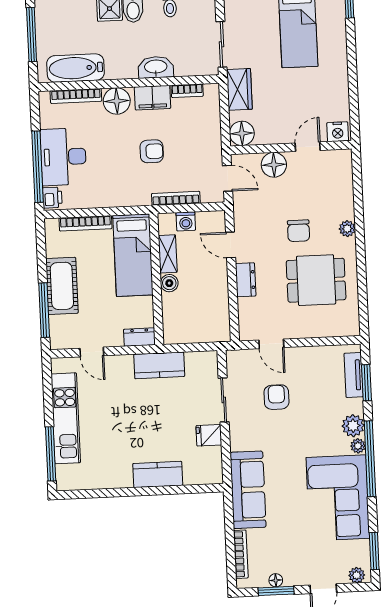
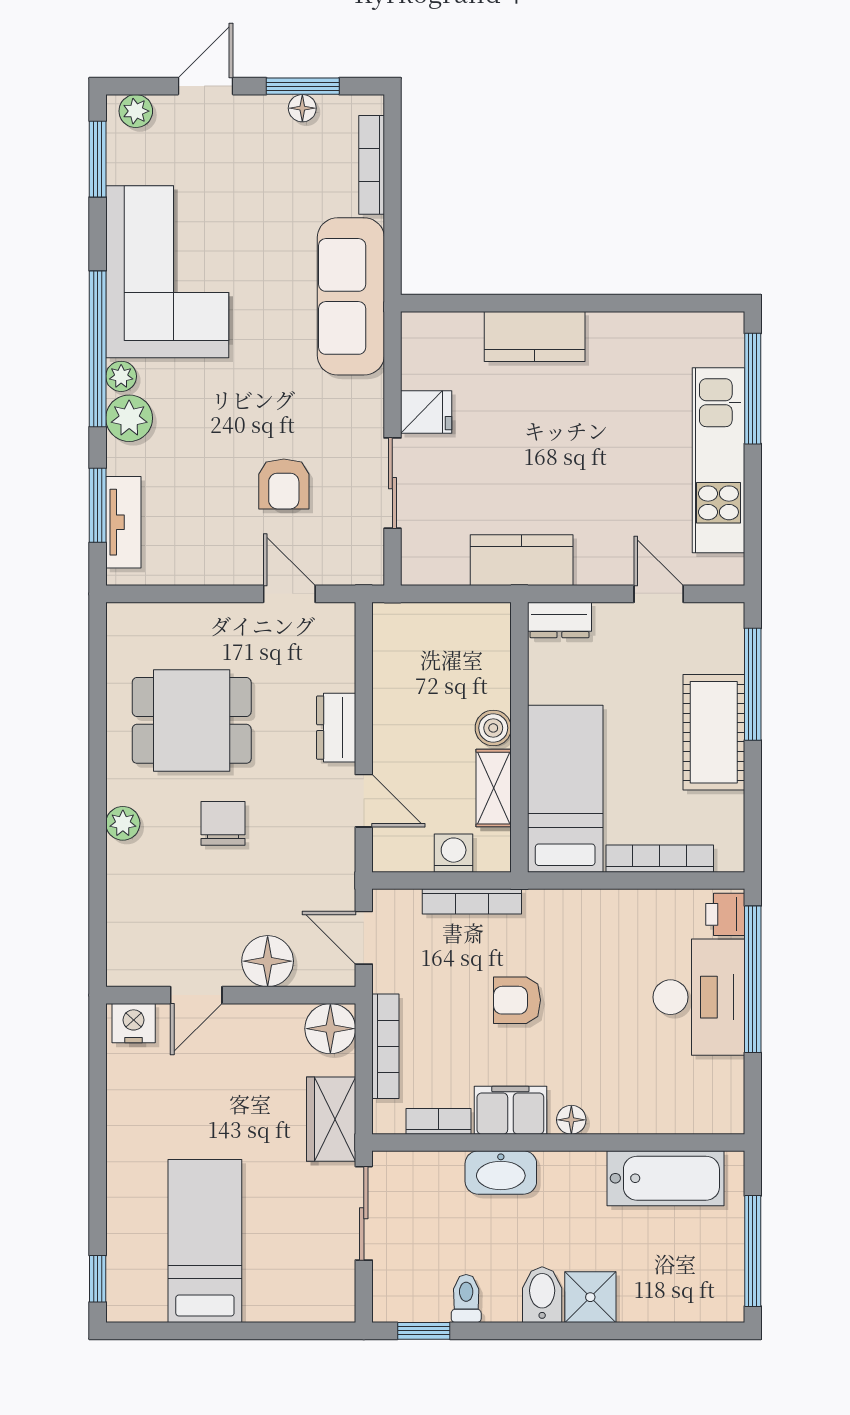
bookcase: (76, 96) -> (385, 1046), moved, turned 90
floor lamp: (117, 101) -> (571, 1120), width x0.53, depth x0.53

